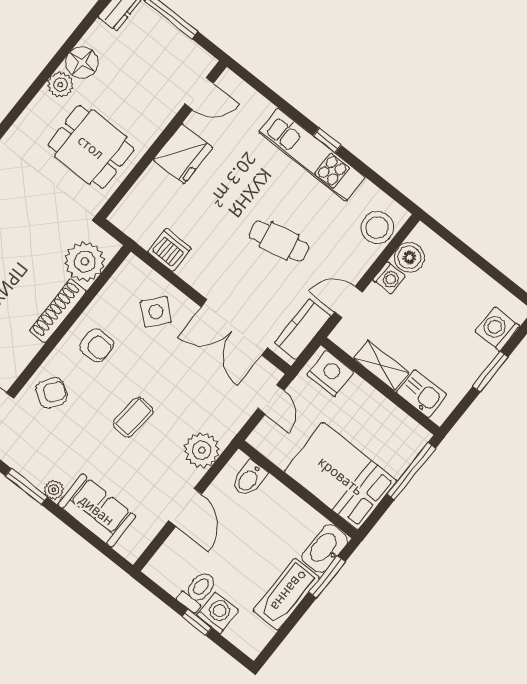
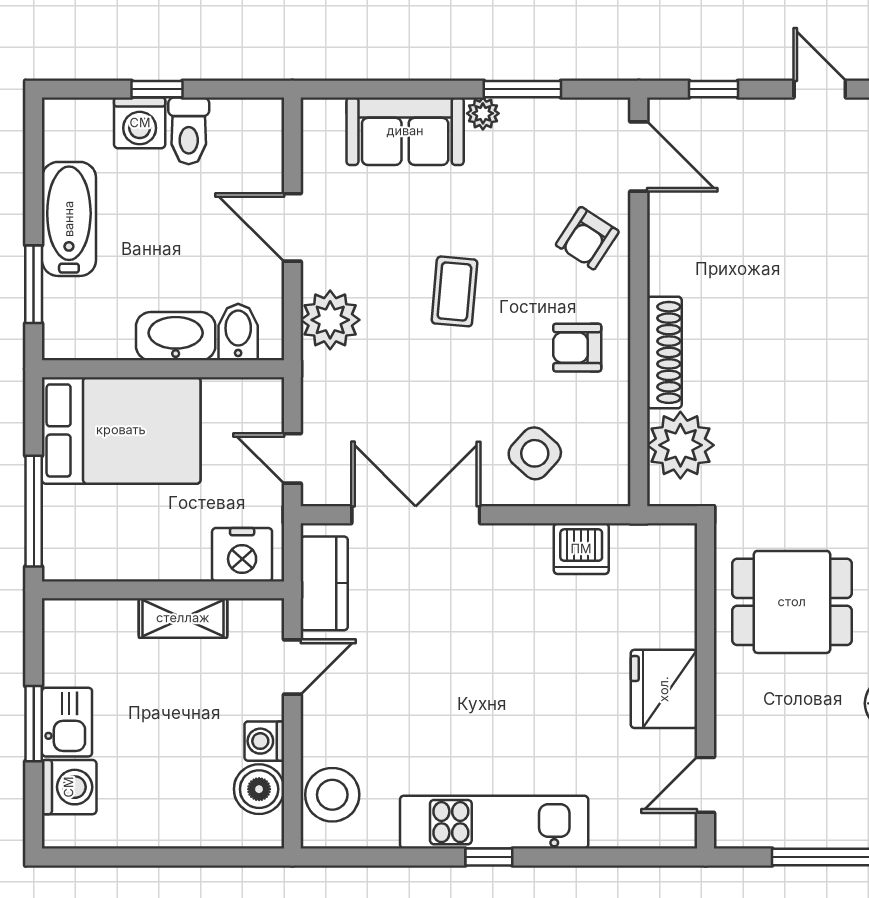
cafe table: (279, 241) -> (447, 675), removed
kitchen sink: (422, 394) -> (67, 722), moved, turned -90
washbasin: (325, 549) -> (176, 336), moved, turned -90

